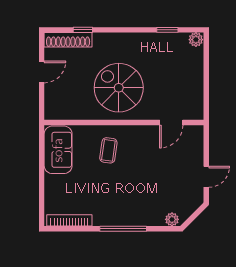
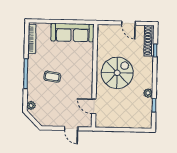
plant: (196, 40) -> (148, 93), moved
sofa: (58, 150) -> (72, 32), width x1.36
coffee table: (108, 150) -> (52, 77), moved
door: (206, 177) -> (71, 129), moved

